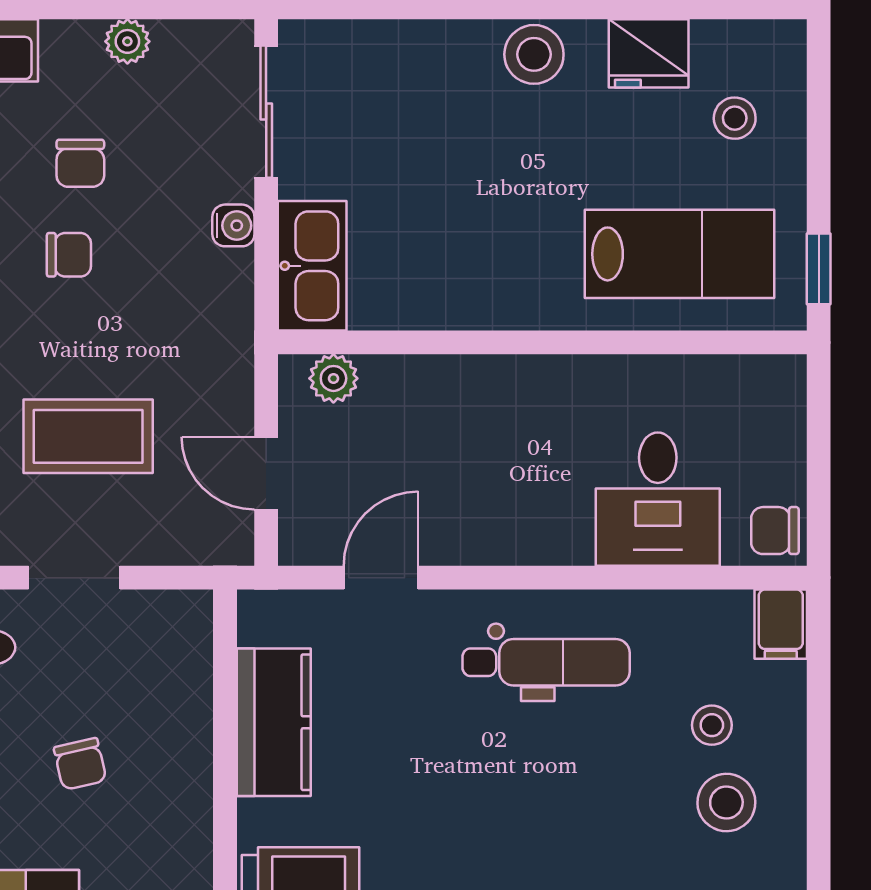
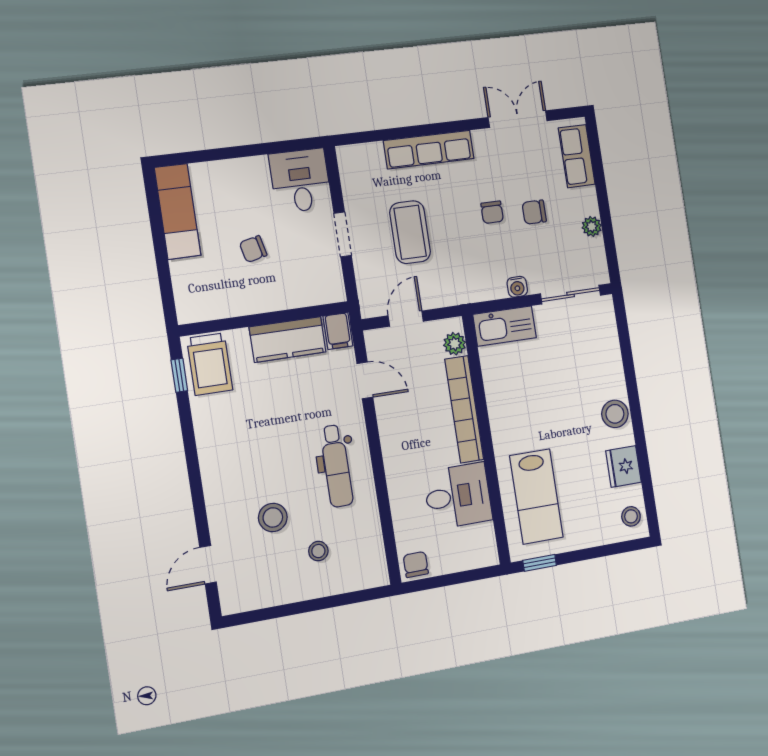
stool: (735, 118) -> (631, 516), moved
bookcase: (473, 379) -> (464, 409), added
desk: (658, 499) -> (458, 496), moved, turned 180
filing cabinet: (781, 624) -> (338, 331), moved, turned -90
stool: (726, 802) -> (273, 517), moved

